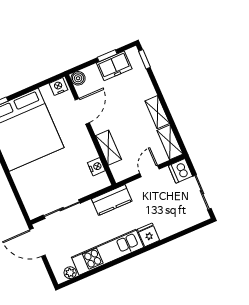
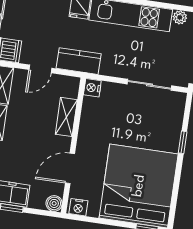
nightstand: (96, 167) -> (92, 88), moved
window: (11, 182) -> (183, 142), added
kitchen counter: (112, 200) -> (79, 61), moved

